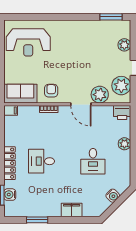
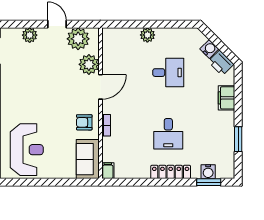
printer: (122, 112) -> (221, 63), moved, turned 135

